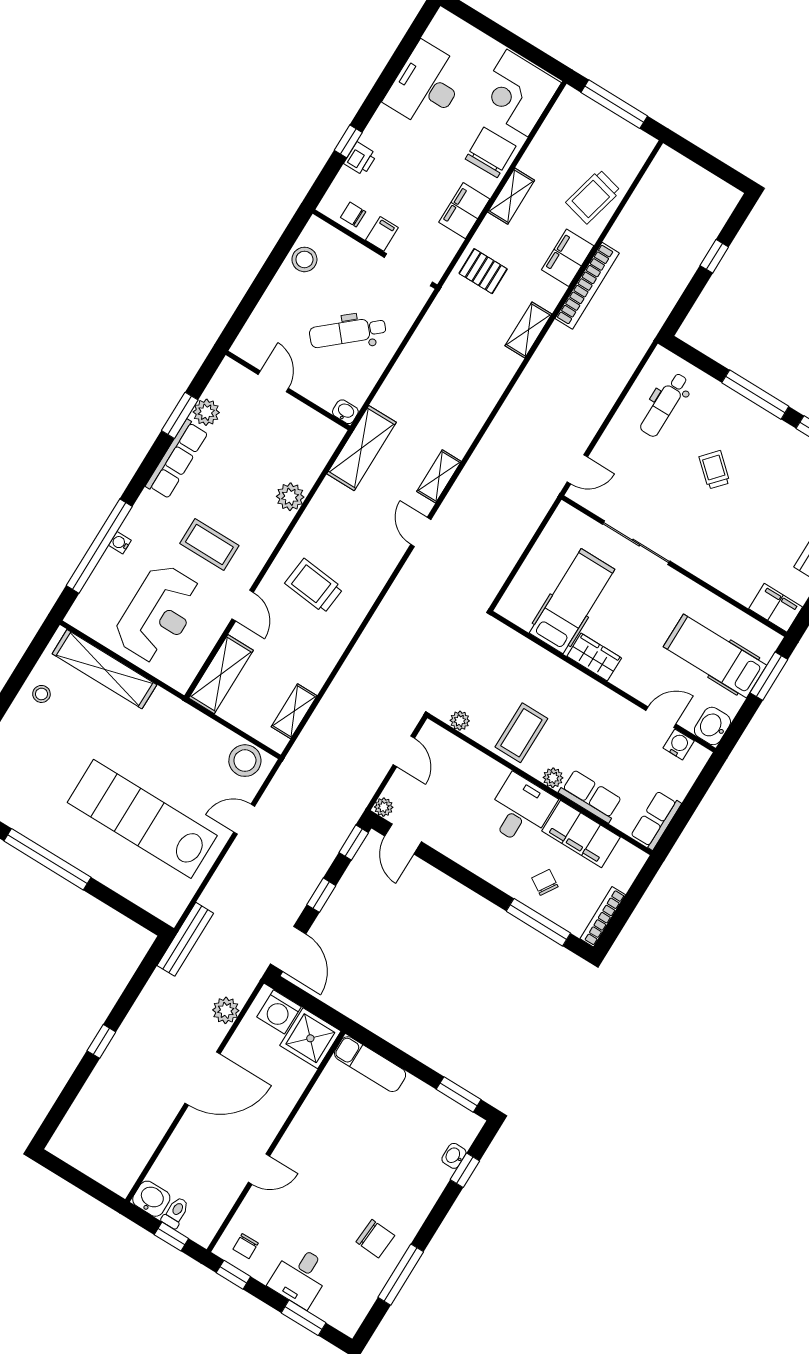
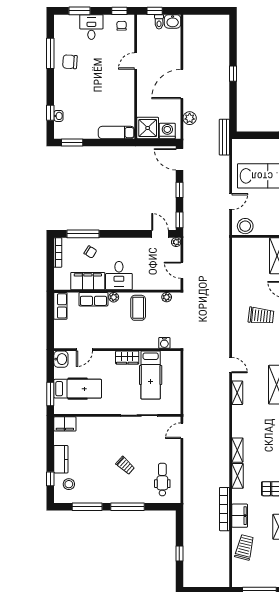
shelving: (294, 711) -> (237, 450), moved
water cooler: (679, 744) -> (164, 343), moved

